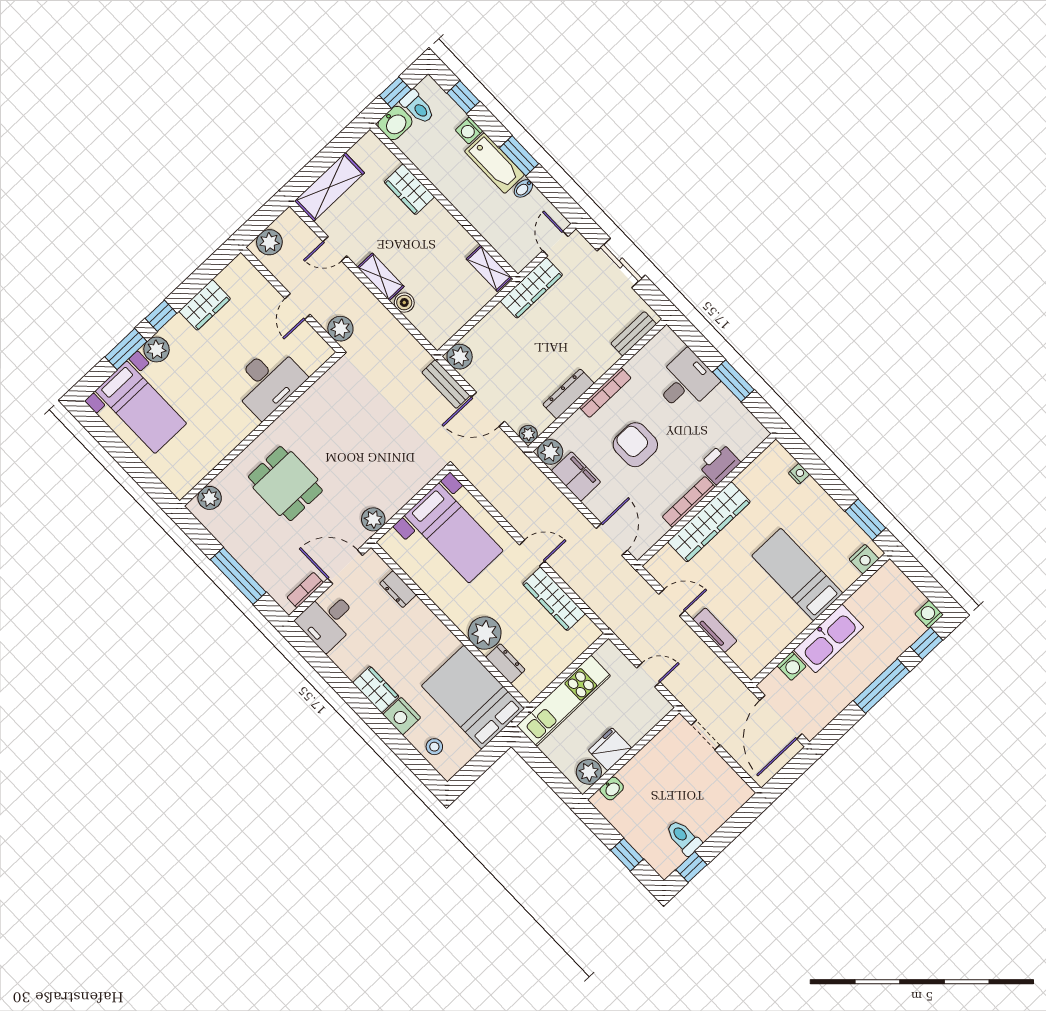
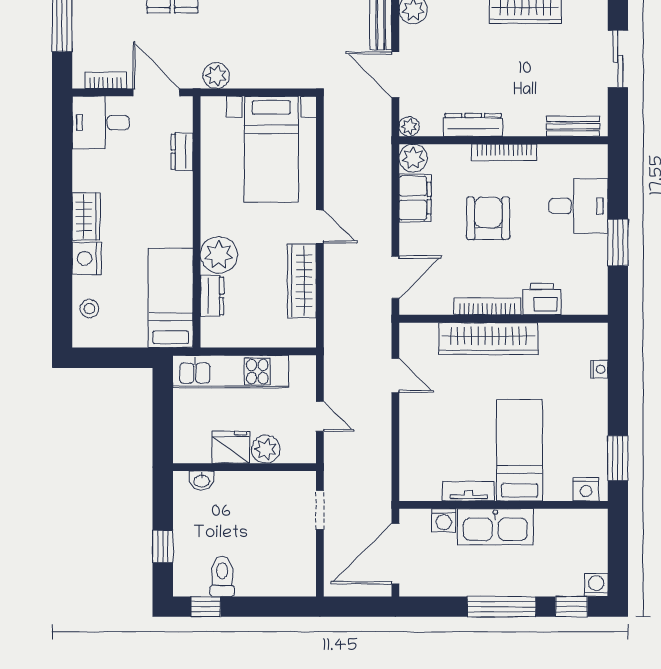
tv unit: (715, 630) -> (469, 491), moved, turned -90
bed: (473, 697) -> (171, 298), width x0.67
plant: (589, 772) -> (266, 449), moved

